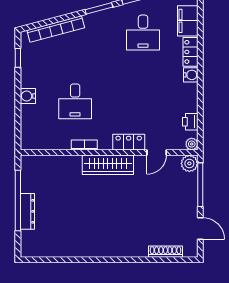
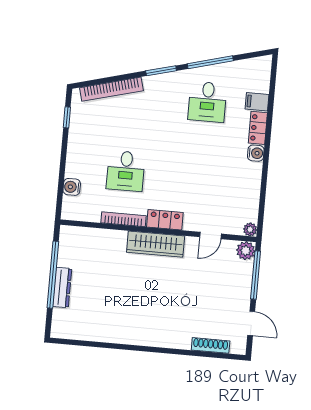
filing cabinet: (188, 21) -> (257, 102), width x0.50
water cooler: (28, 96) -> (72, 187), moved
printer: (190, 122) -> (251, 205), removed
locker: (129, 142) -> (165, 220), moved
bookcase: (84, 145) -> (123, 219), width x1.56

